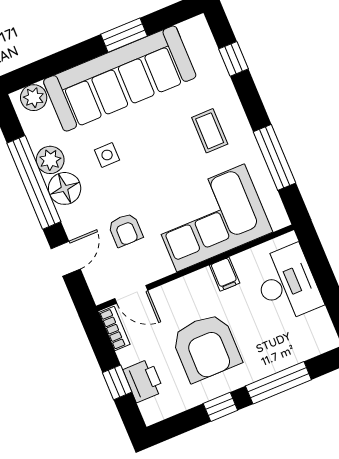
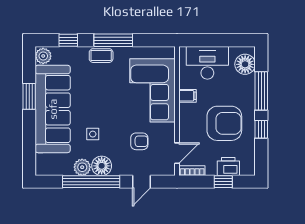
plant: (34, 98) -> (43, 56), moved
coffee table: (210, 131) -> (101, 56), moved
window: (274, 157) -> (113, 40), moved
door: (66, 259) -> (142, 182), swing flipped
floor lamp: (309, 341) -> (245, 64), added

